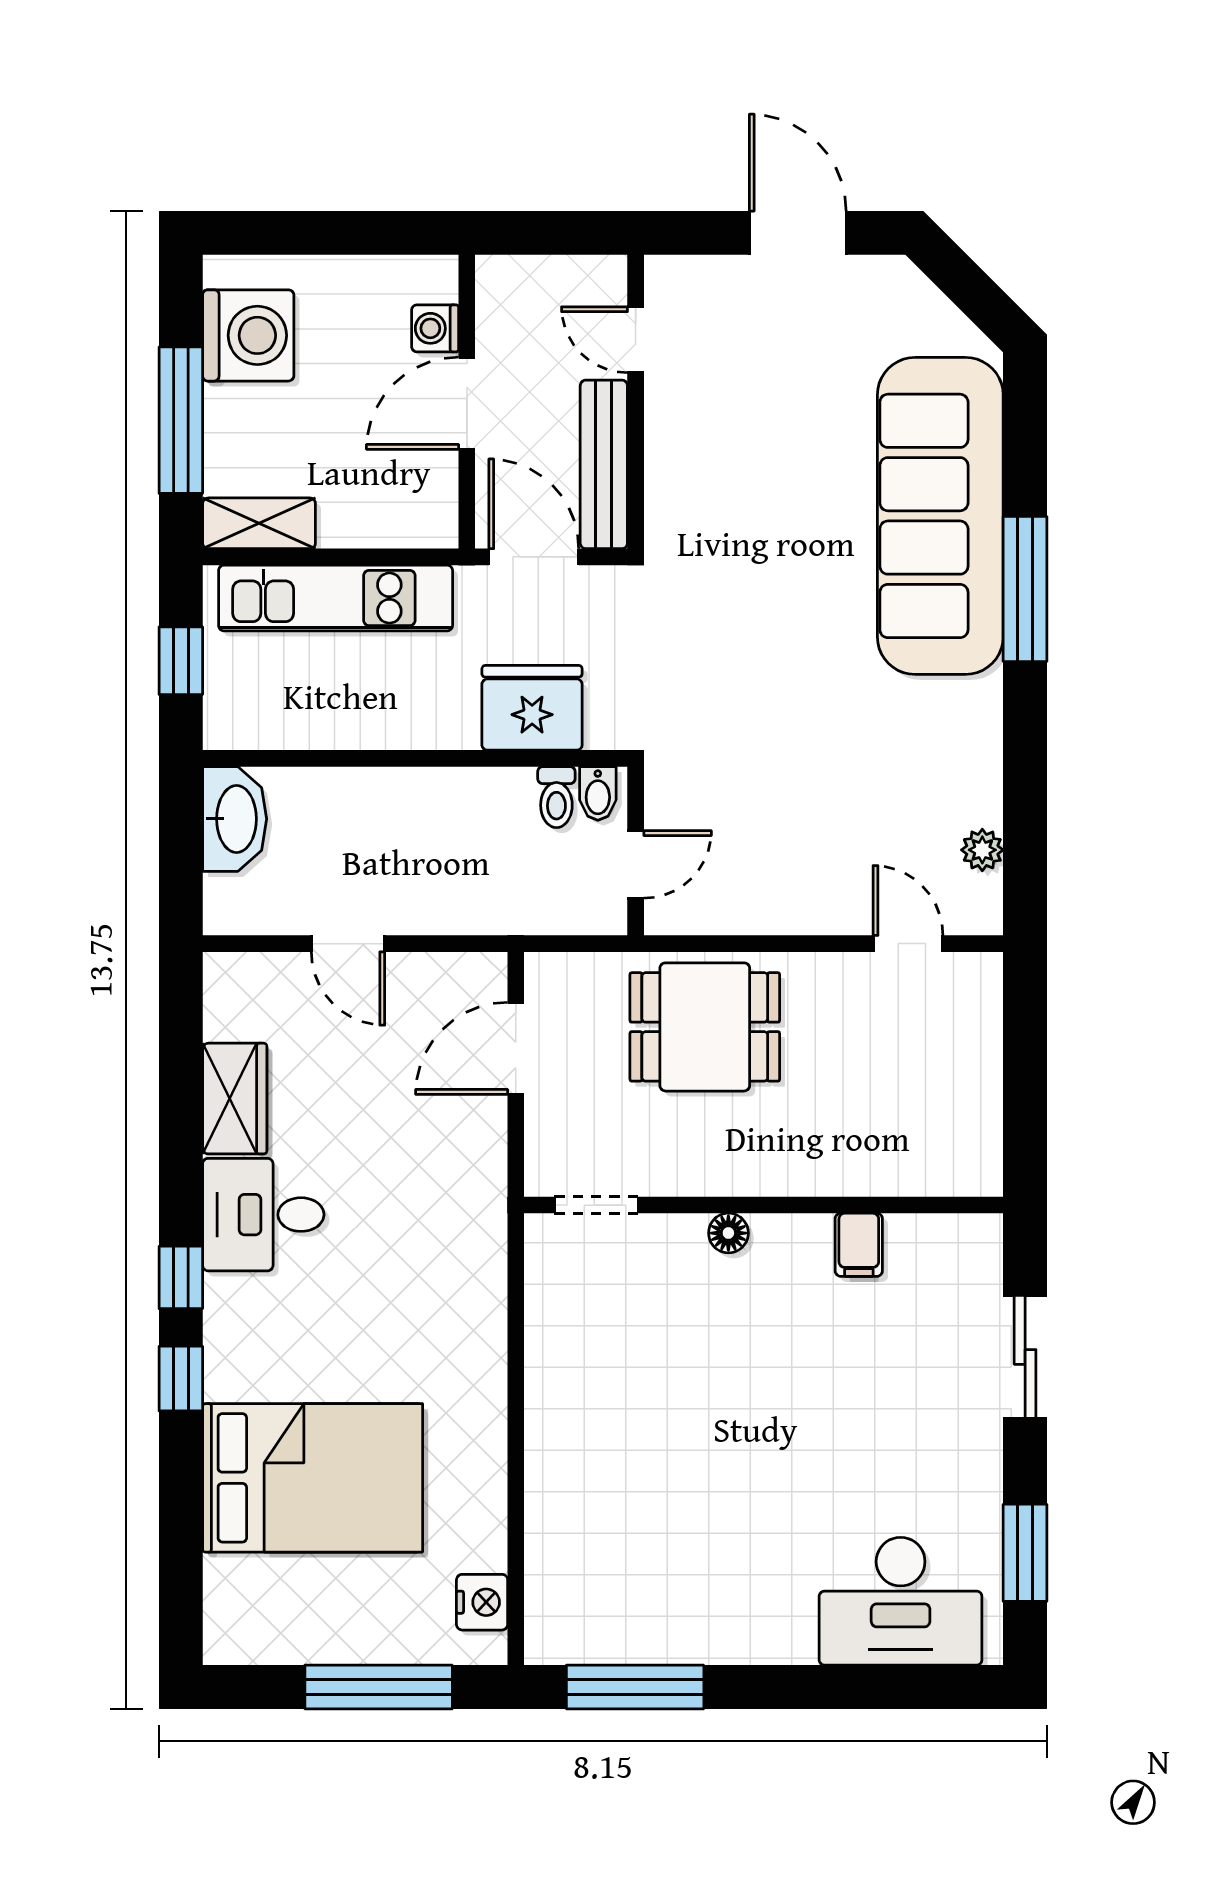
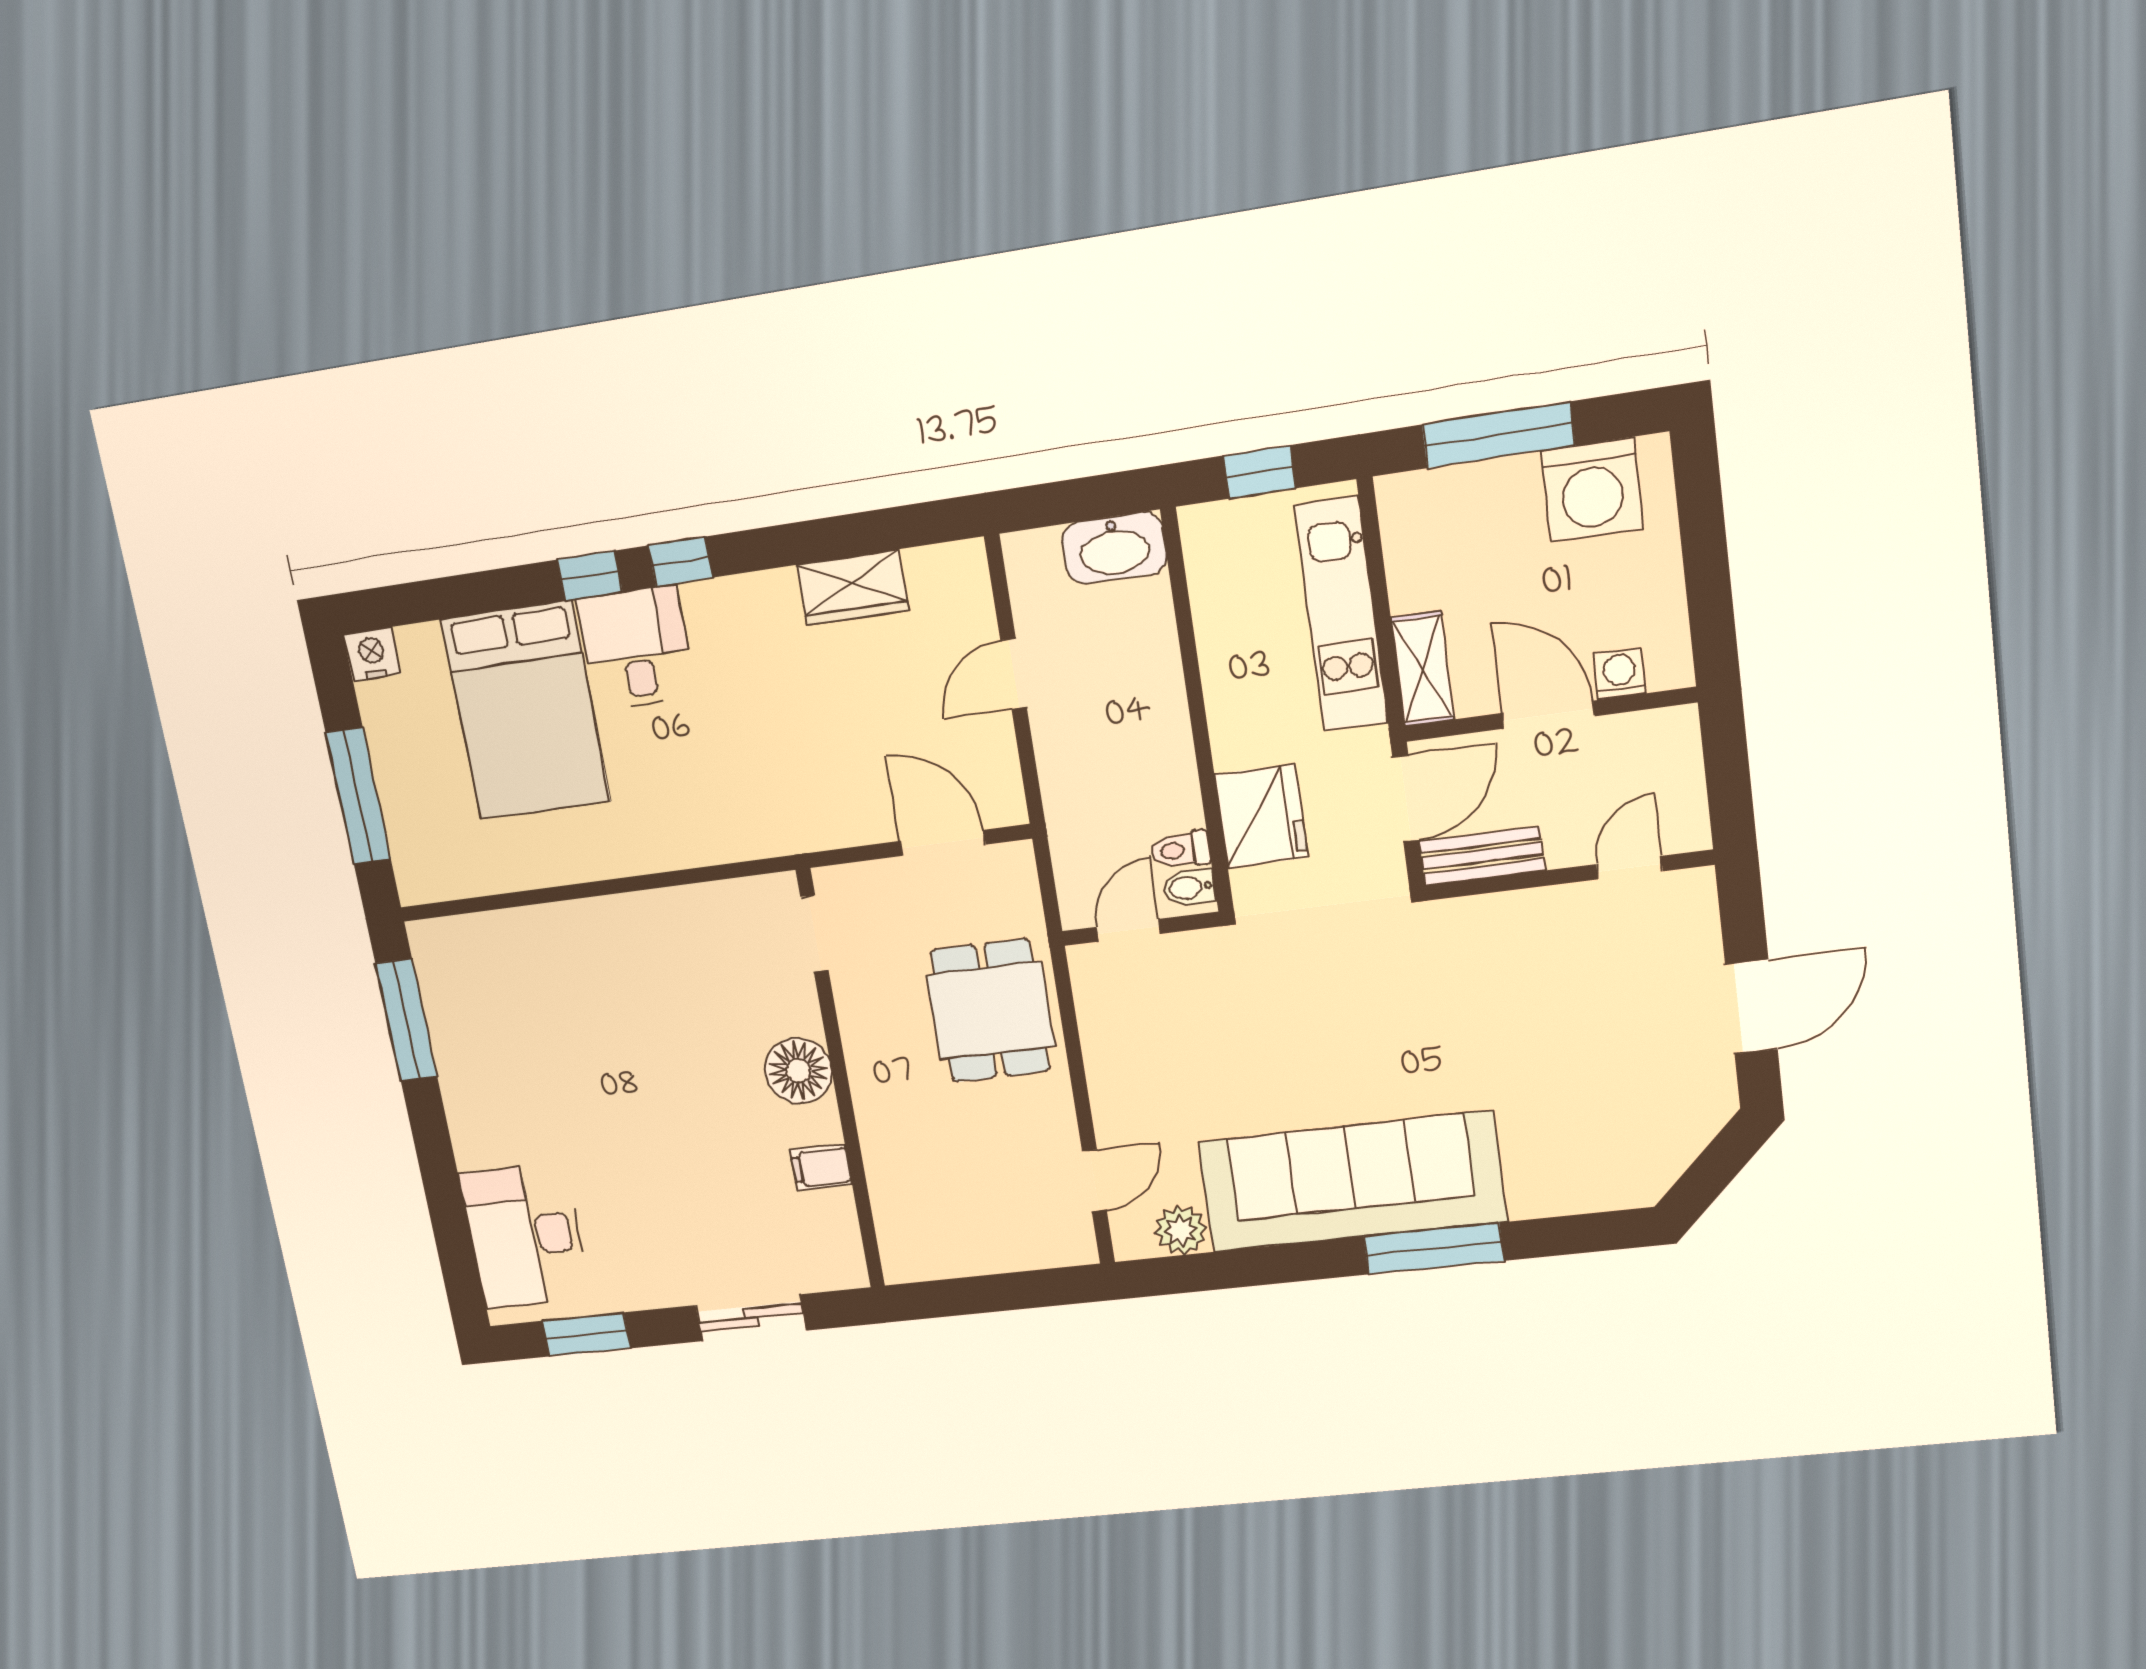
bench: (604, 464) -> (1482, 856), width x0.73
sofa: (940, 516) -> (1352, 1182), moved
shelving: (259, 523) -> (1422, 669), moved
plant: (982, 850) -> (1181, 1230), width x1.38, depth x1.38
door: (636, 864) -> (1129, 930), swing flipped
desk: (263, 1215) -> (636, 648), moved
floor lamp: (728, 1233) -> (798, 1071), width x1.89, depth x1.89
nightstand: (482, 1602) -> (372, 654), moved, turned 180

